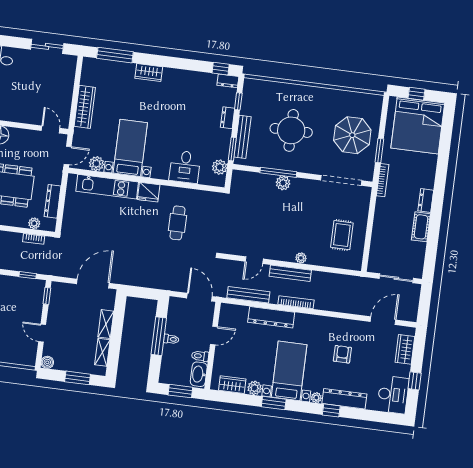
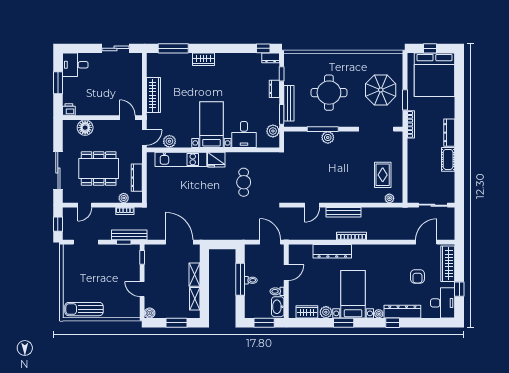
bed with nightstands: (130, 148) -> (211, 125), moved
dresser: (426, 200) -> (449, 133), width x1.44
plant: (301, 258) -> (389, 198), moved
door: (93, 284) -> (179, 242), hinge flipped
bench: (248, 295) -> (129, 235), moved
wardrobe: (405, 349) -> (448, 264), width x1.50
armchair: (342, 354) -> (417, 276), moved, turned 180

